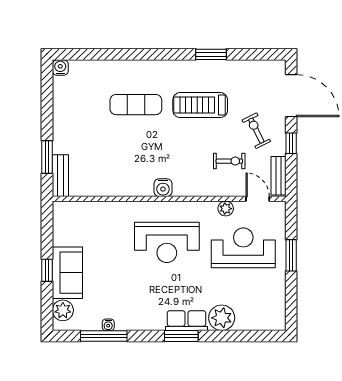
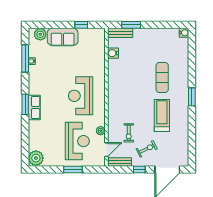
window: (211, 54) -> (192, 97), moved
water cooler: (163, 188) -> (113, 53), moved
window: (47, 270) -> (81, 25), moved
plant: (222, 318) -> (36, 158), moved

